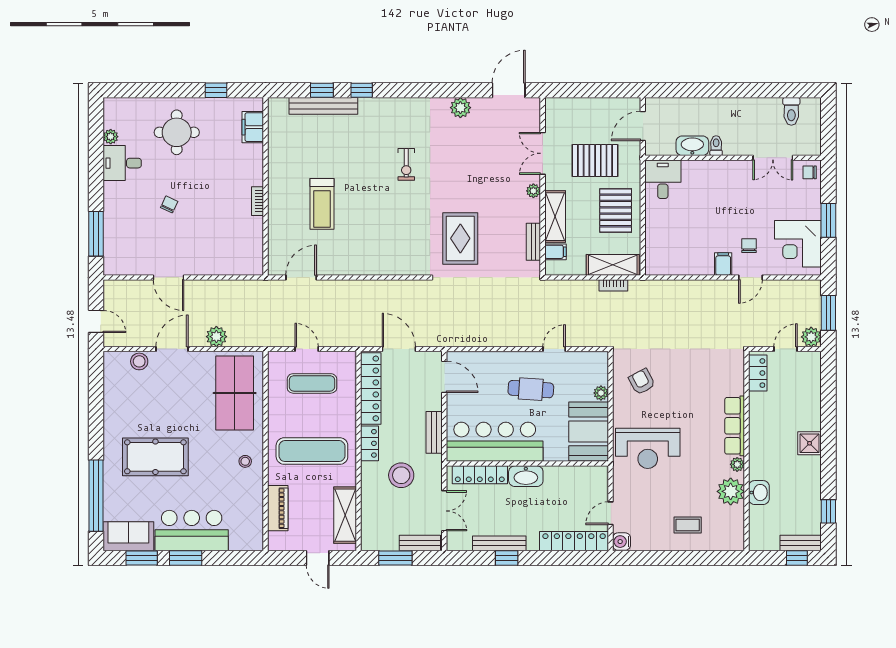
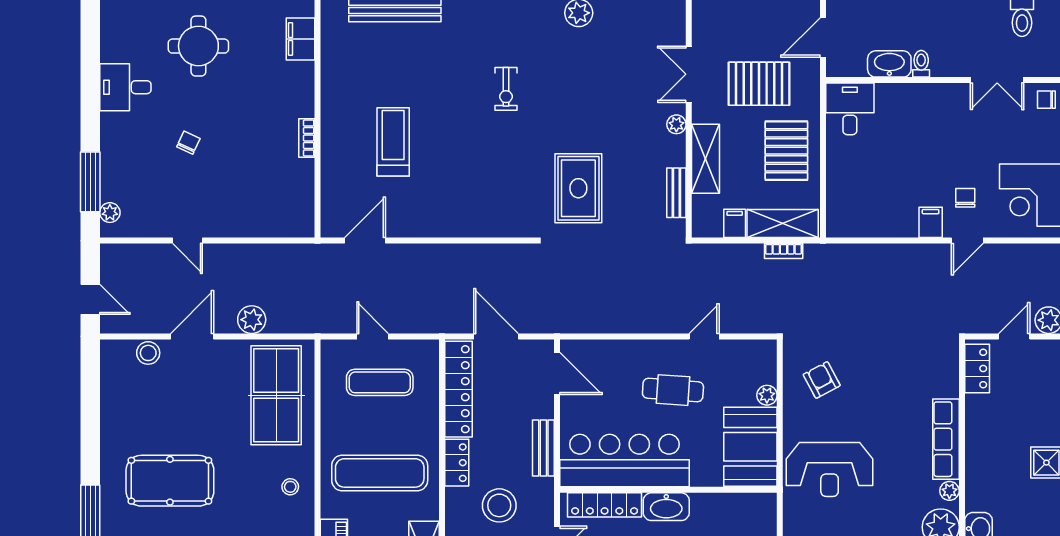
plant: (111, 137) -> (110, 213), moved
treadmill: (322, 204) -> (393, 142), turned 180
filing cabinet: (555, 252) -> (735, 223), moved, turned -90
door: (169, 278) -> (188, 241), width x0.73

